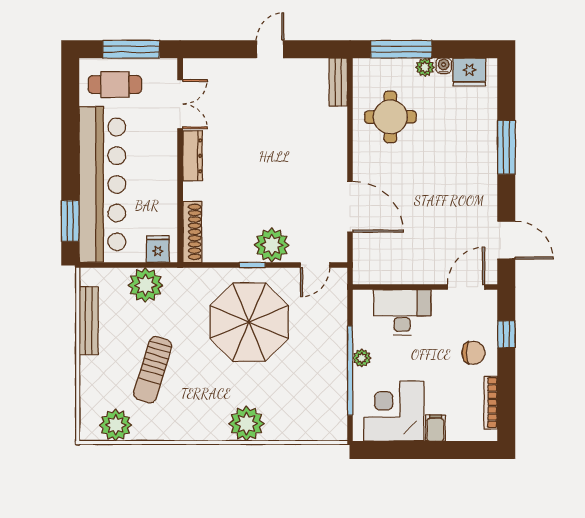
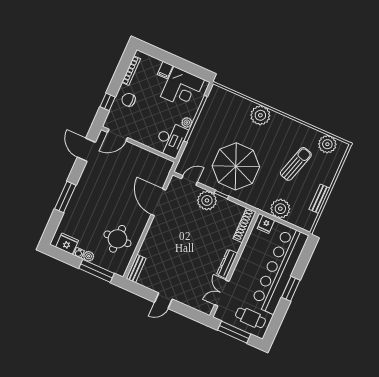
window: (70, 221) -> (291, 289), moved
desk: (402, 312) -> (171, 140), moved, turned -90
bench: (89, 321) -> (320, 199), width x0.73

